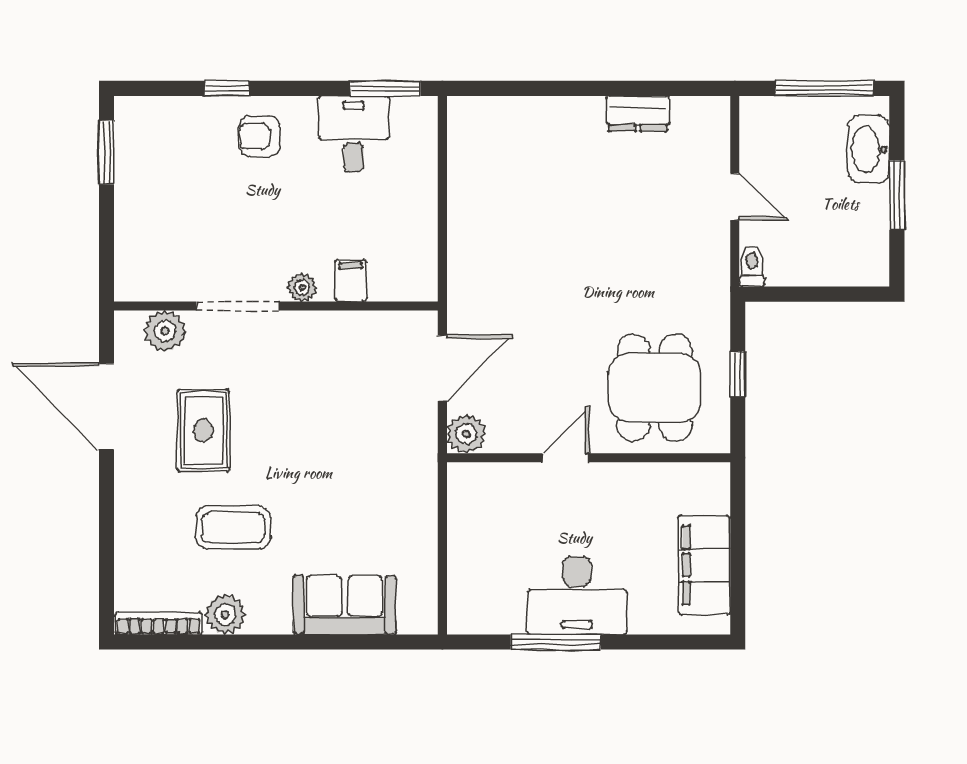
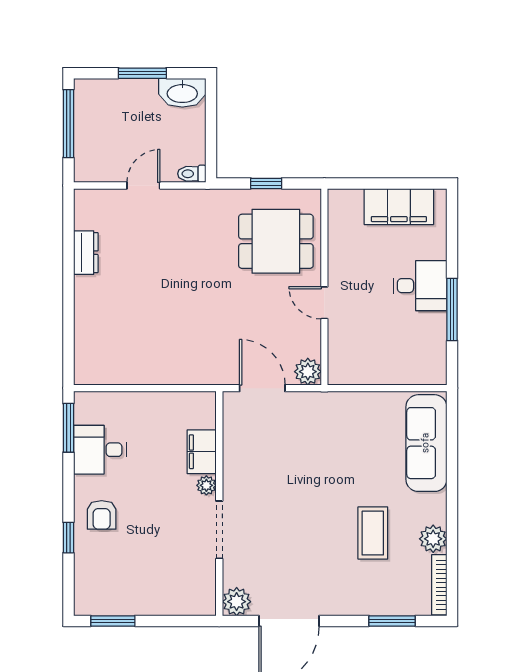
washbasin: (869, 149) -> (182, 93), moved
filing cabinet: (351, 281) -> (202, 452), width x2.00
plant: (165, 331) -> (237, 602), moved
rug: (203, 430) -> (305, 554), removed
window: (106, 555) -> (392, 621), added
desk: (577, 596) -> (420, 286), width x0.73
sofa: (345, 605) -> (426, 443), width x1.36

